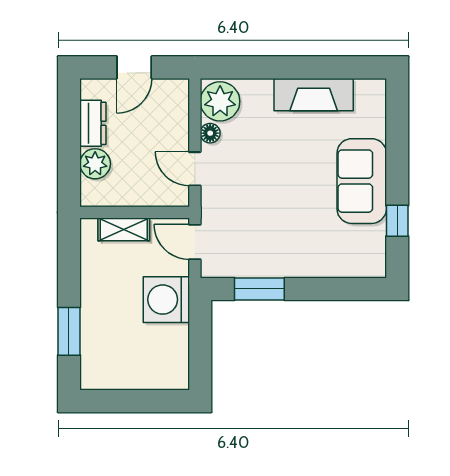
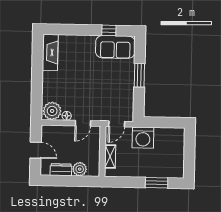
fireplace: (314, 95) -> (50, 52), moved
sofa: (362, 181) -> (115, 47), moved
window: (259, 289) -> (139, 75), moved

